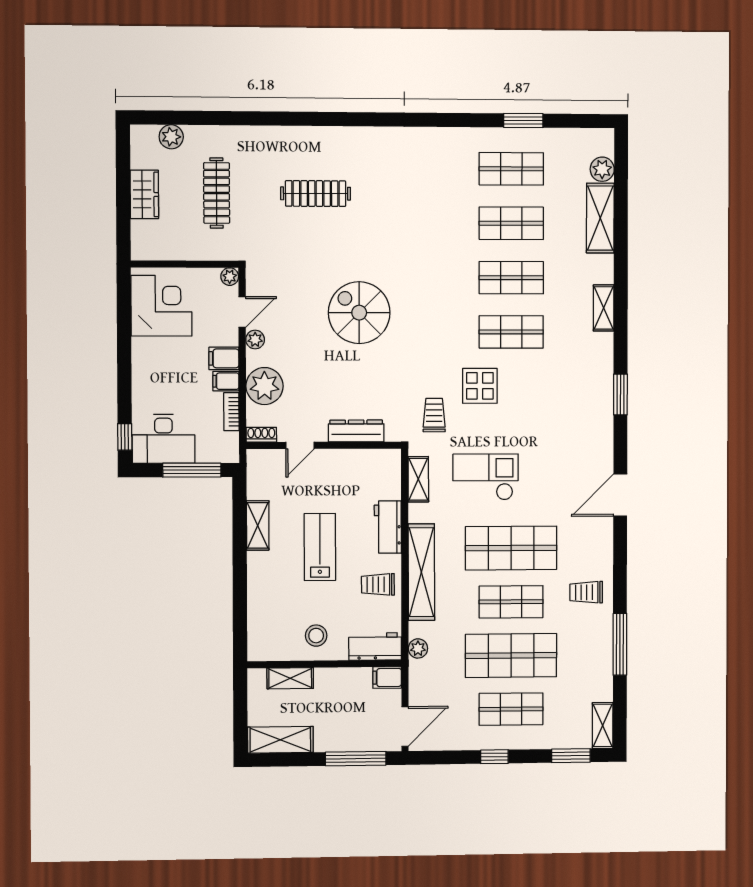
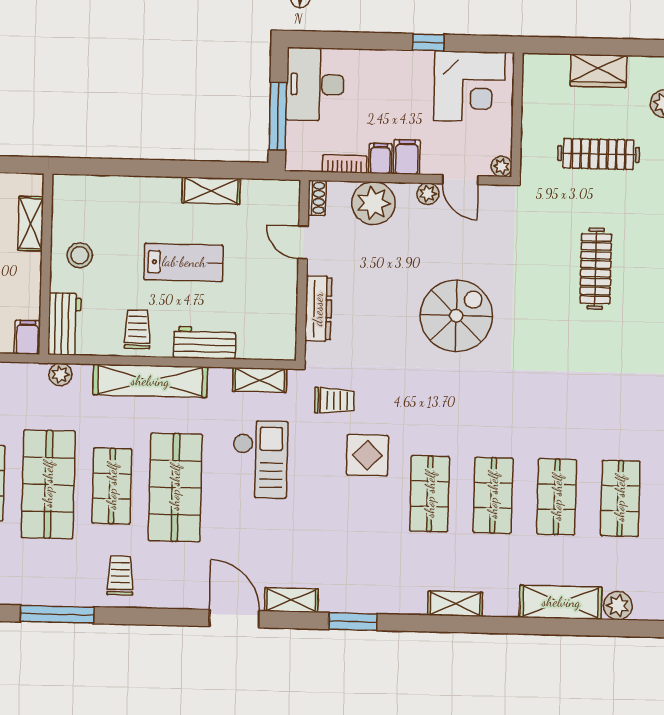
window: (125, 437) -> (428, 42), moved
shelving: (604, 447) -> (291, 600), added

